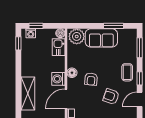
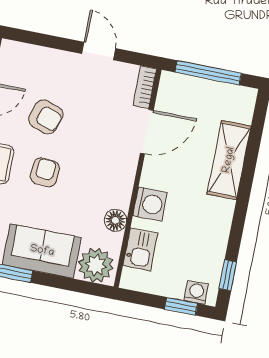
boiler: (60, 33) -> (131, 280), removed
floor lamp: (72, 73) -> (115, 220), moved
washing machine: (58, 79) -> (150, 204), moved
armchair: (91, 79) -> (45, 172), moved

